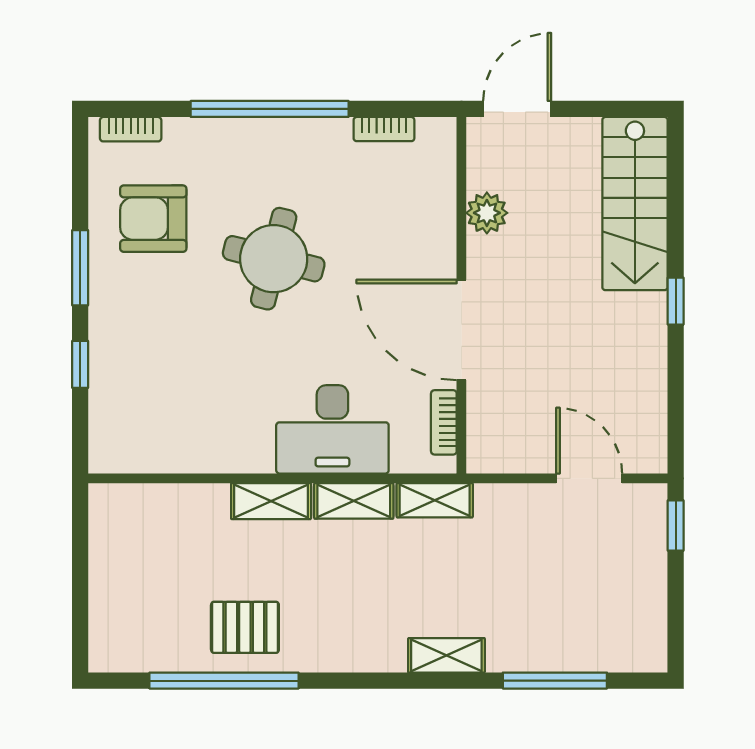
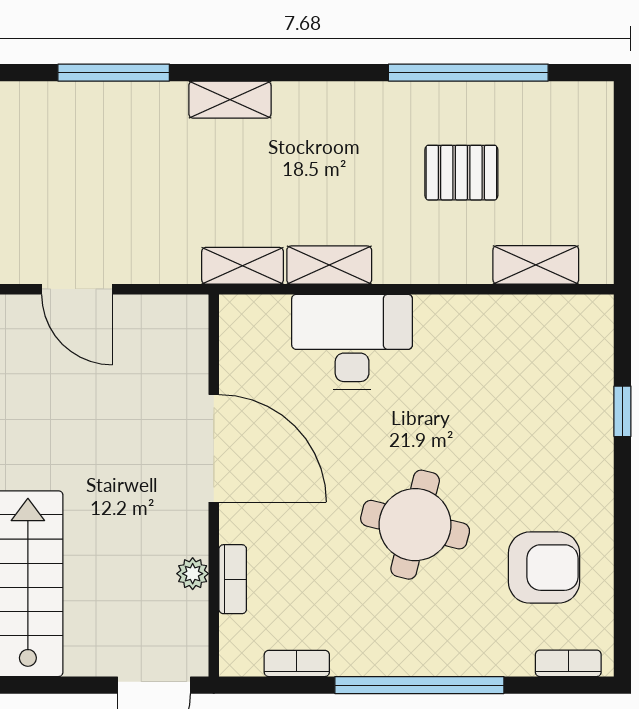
plant: (487, 213) -> (193, 574), width x0.73, depth x0.73
window: (80, 268) -> (622, 515), removed
bookcase: (444, 422) -> (233, 579), moved
shelving: (271, 501) -> (536, 265), moved
pallet: (245, 627) -> (461, 173), moved

